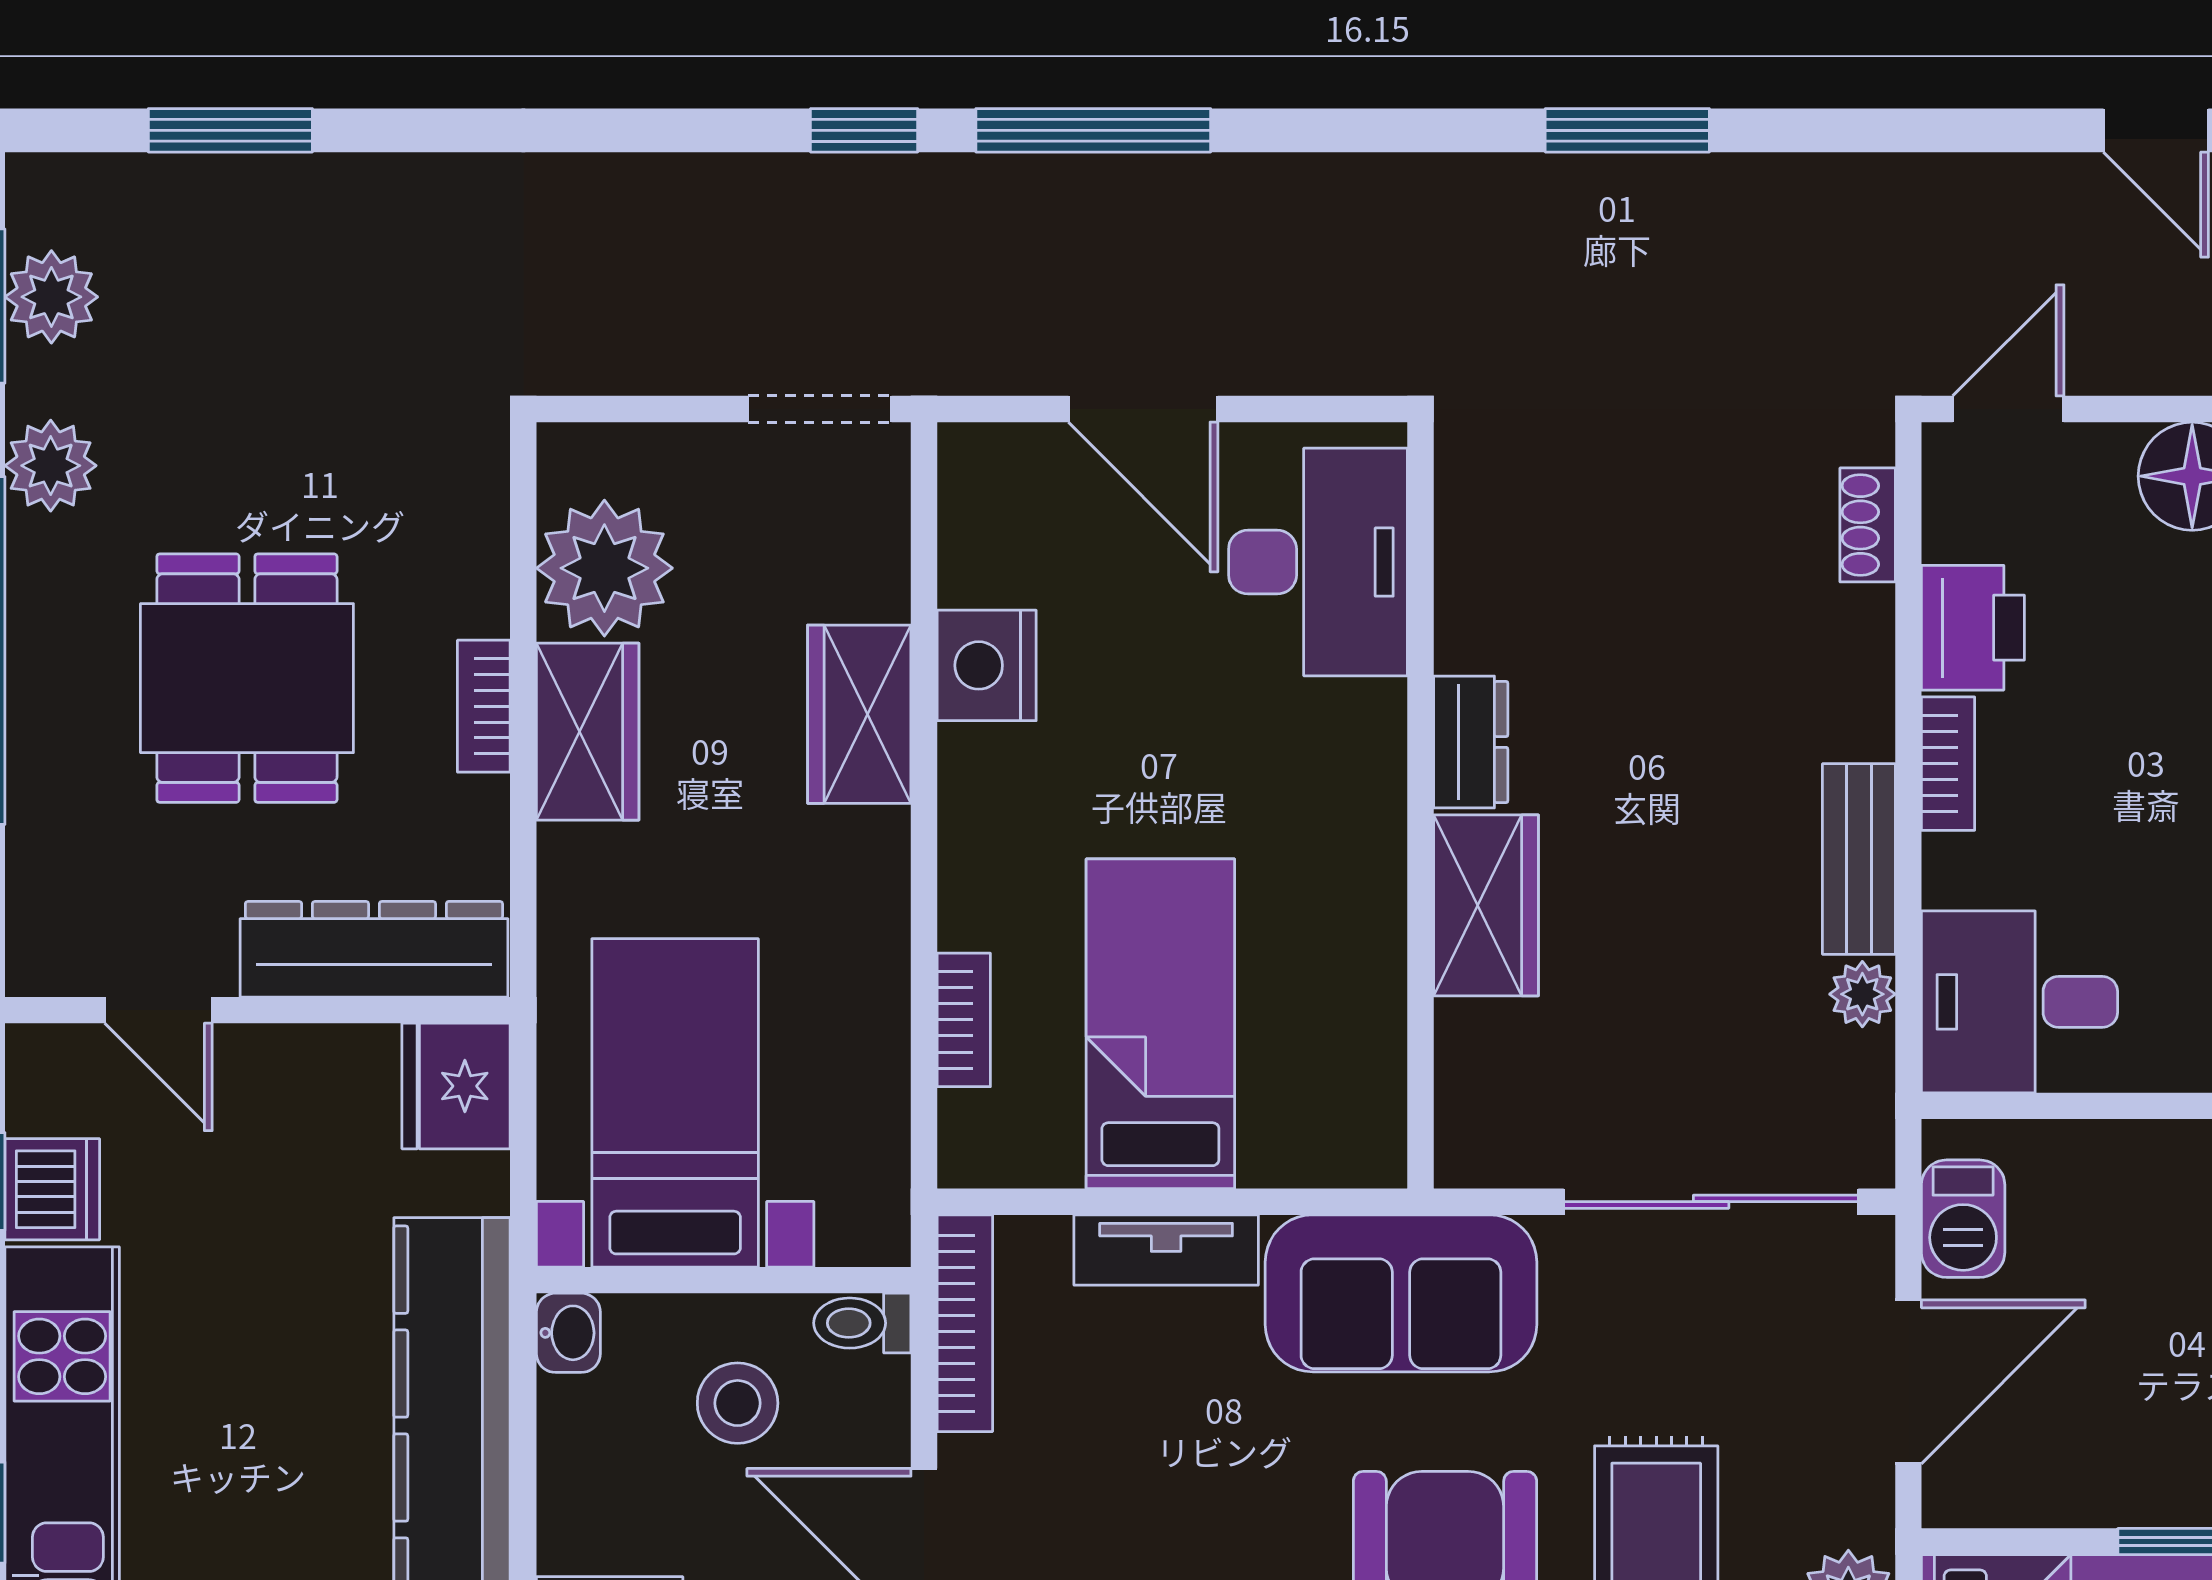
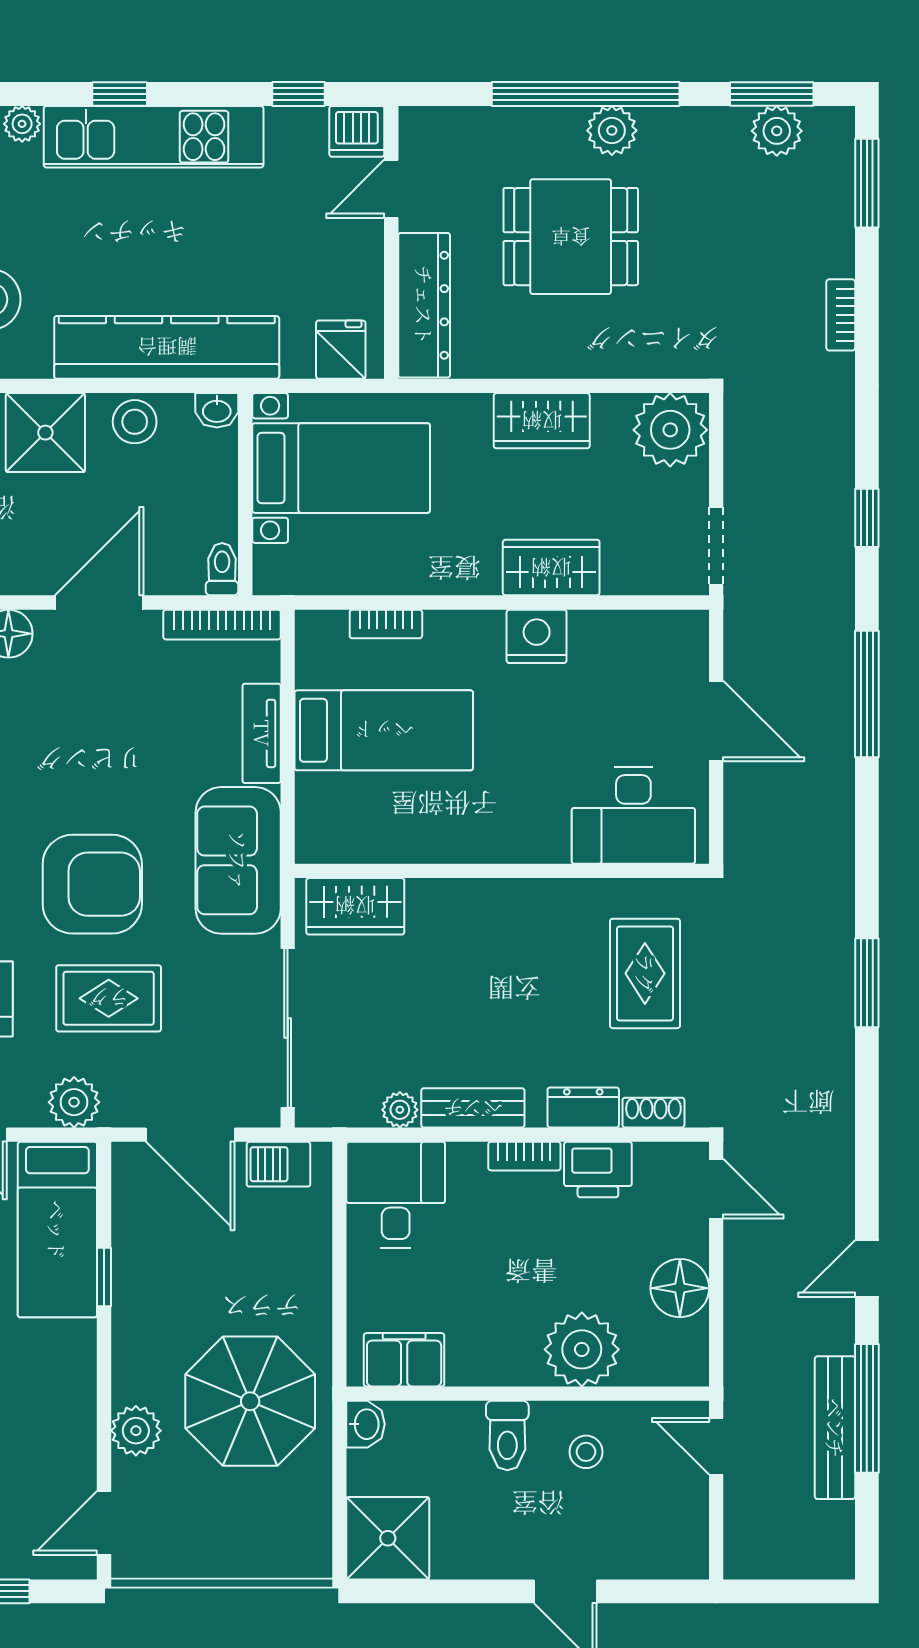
window: (230, 130) -> (867, 183), moved
window: (864, 130) -> (867, 518), moved
door: (1143, 409) -> (716, 721), swing flipped
plant: (51, 466) -> (612, 130), moved
rug: (1610, 541) -> (645, 973), added
plant: (604, 568) -> (670, 430), moved
nightstand: (987, 665) -> (537, 636), moved
bookcase: (484, 706) -> (841, 315), moved, turned -90
dresser: (1471, 742) -> (583, 1107), moved, turned 180
wardrobe: (1486, 905) -> (355, 906), moved
fridge: (456, 1086) -> (341, 350), width x0.72
dishwasher: (52, 1189) -> (357, 131), moved
stool: (738, 1403) -> (135, 422), moved

